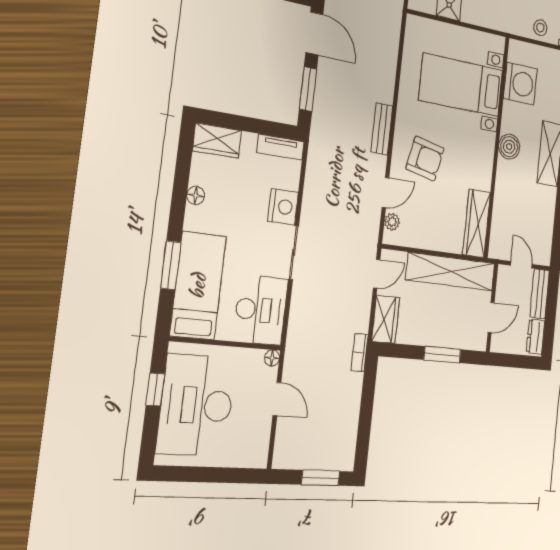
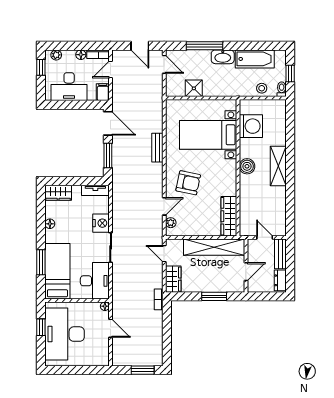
bench: (382, 129) -> (157, 148), moved
door: (377, 274) -> (164, 254), swing flipped

